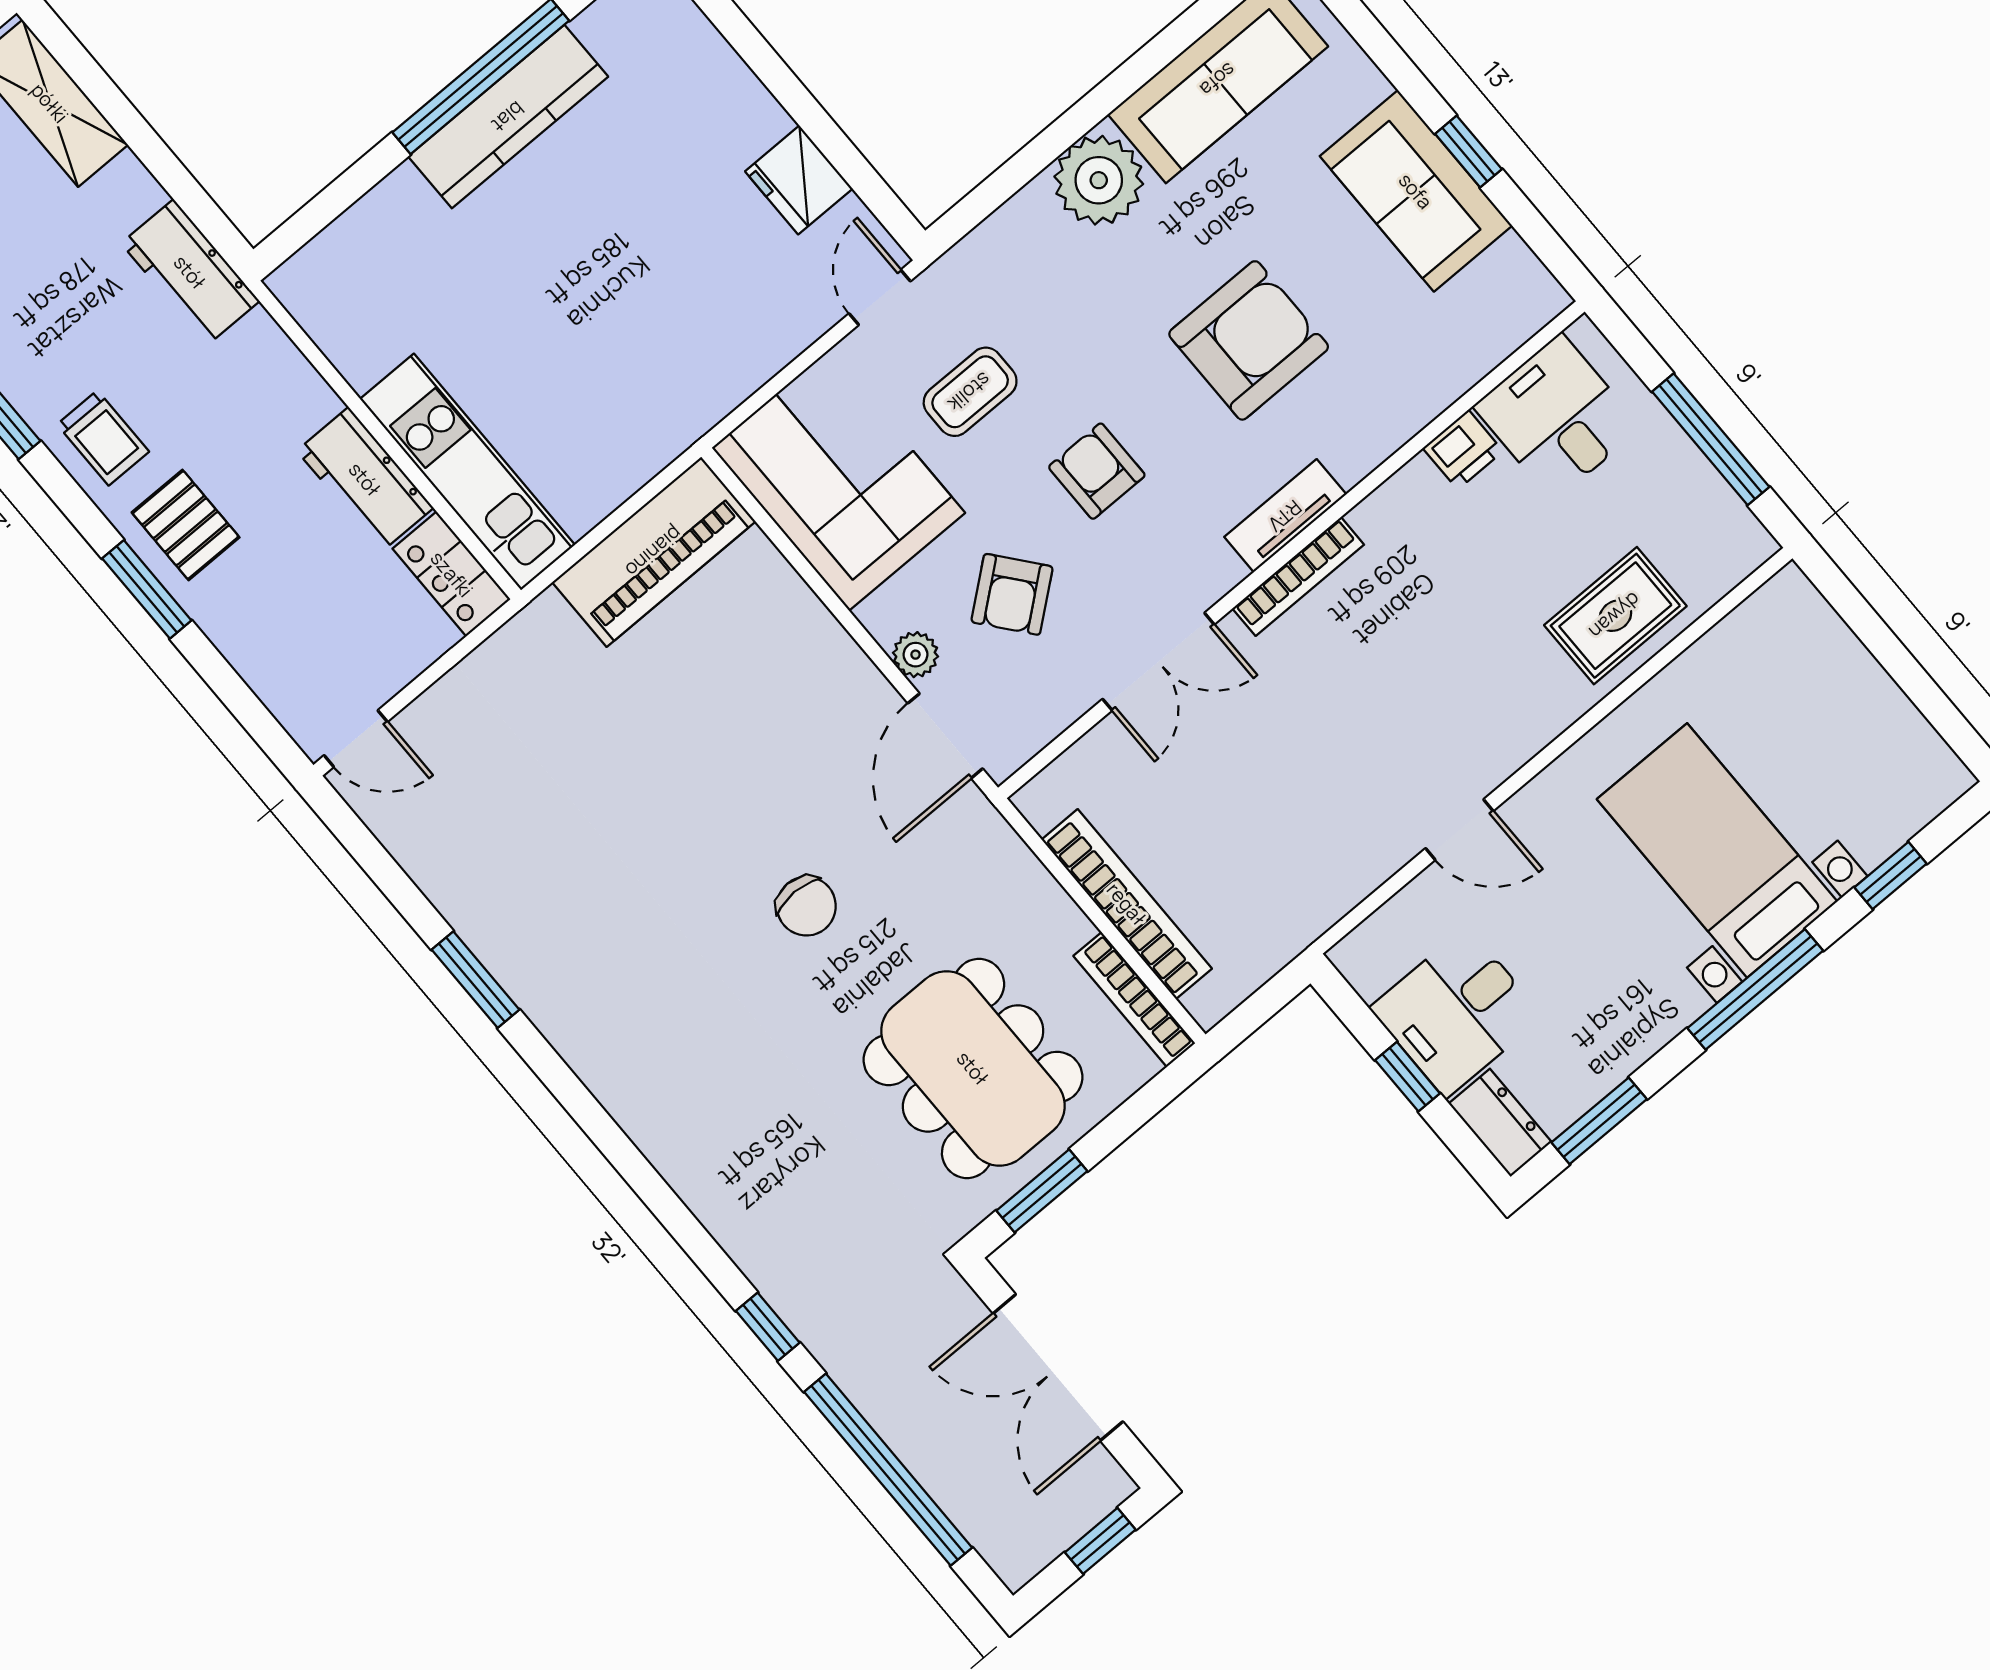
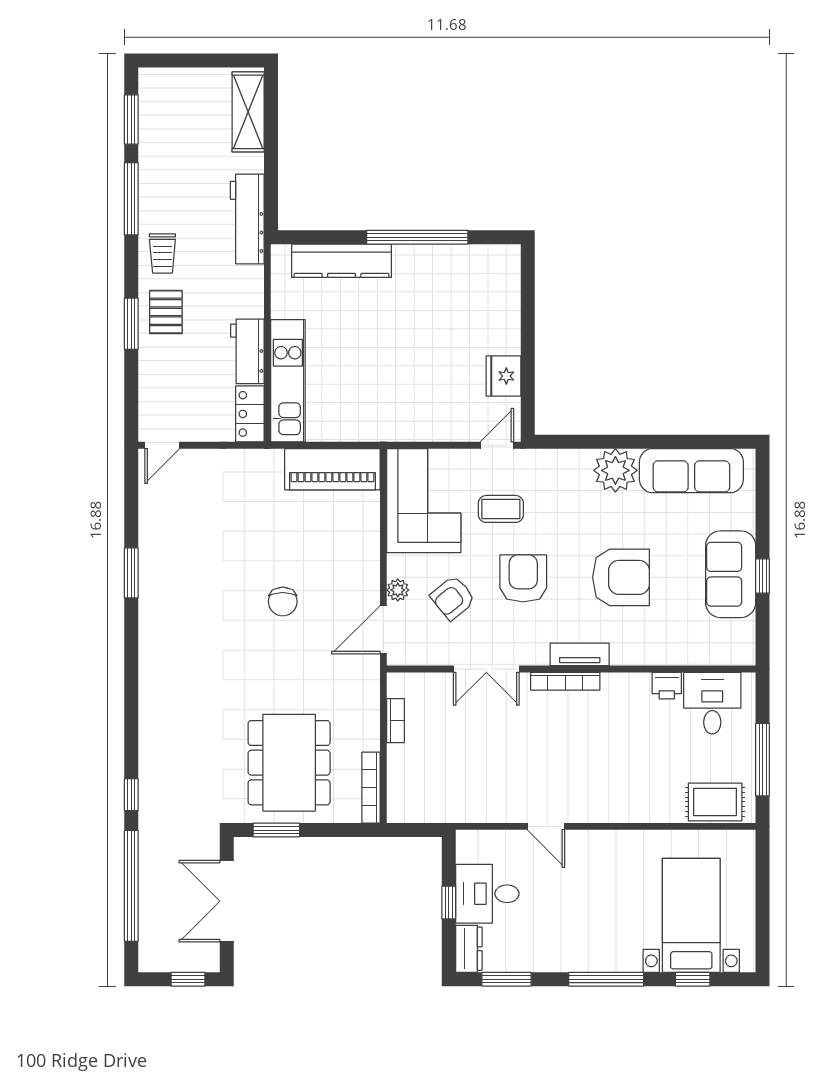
kitchen counter: (508, 117) -> (342, 261), moved
workbench: (190, 272) -> (247, 219), width x1.38
armchair: (1097, 471) -> (523, 578), width x1.38, depth x1.38
rug: (1615, 616) -> (715, 802), moved
door: (356, 739) -> (162, 445), hinge flipped
bed with nightstands: (1717, 850) -> (691, 915), moved
bookcase: (1127, 904) -> (395, 721), width x0.43, depth x0.76
chair: (806, 906) -> (283, 602), moved

